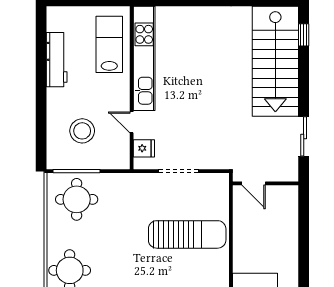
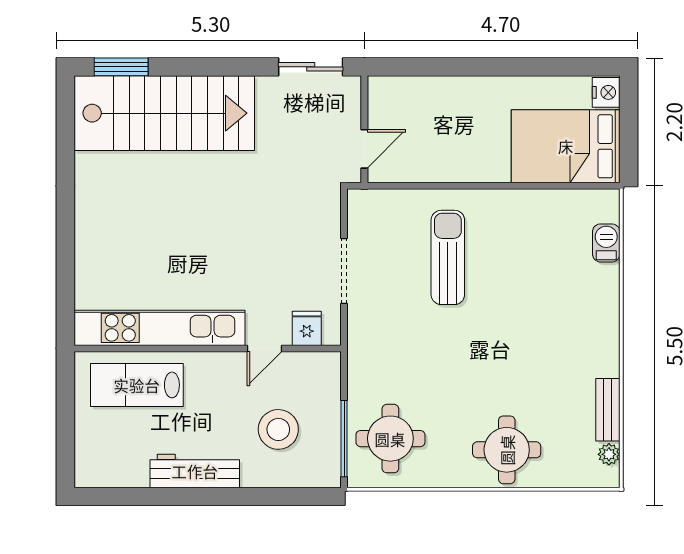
window: (304, 35) -> (121, 67), width x1.50
workbench: (57, 60) -> (195, 471), moved
sliding door: (304, 136) -> (311, 67), moved
sun lounger: (187, 234) -> (448, 257), width x0.73, depth x0.75

